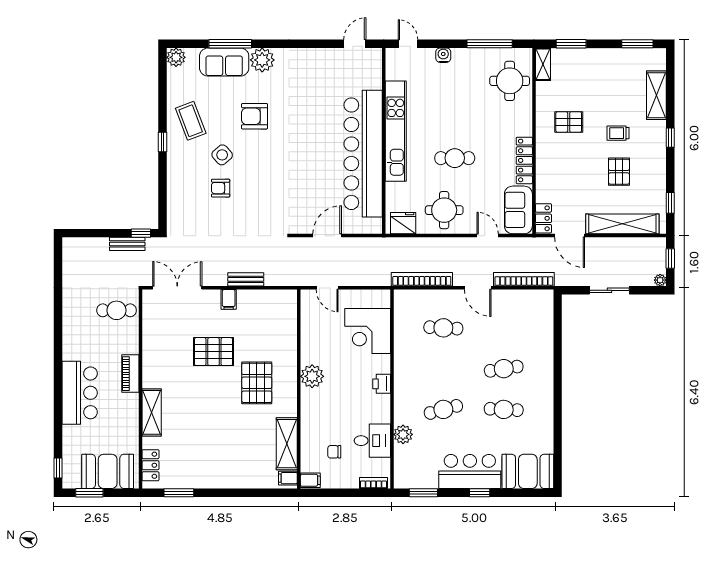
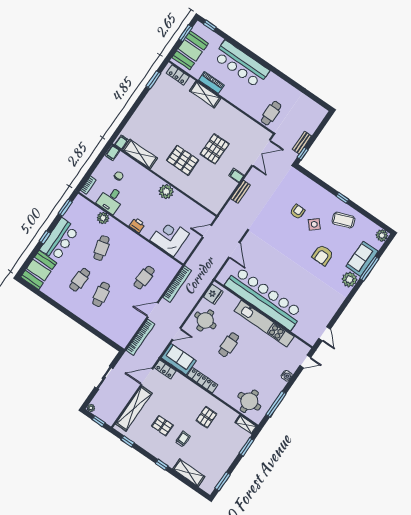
armchair: (255, 116) -> (323, 255), turned 180
piano: (130, 374) -> (211, 83), moved
bar counter: (80, 393) -> (241, 64), width x1.36

